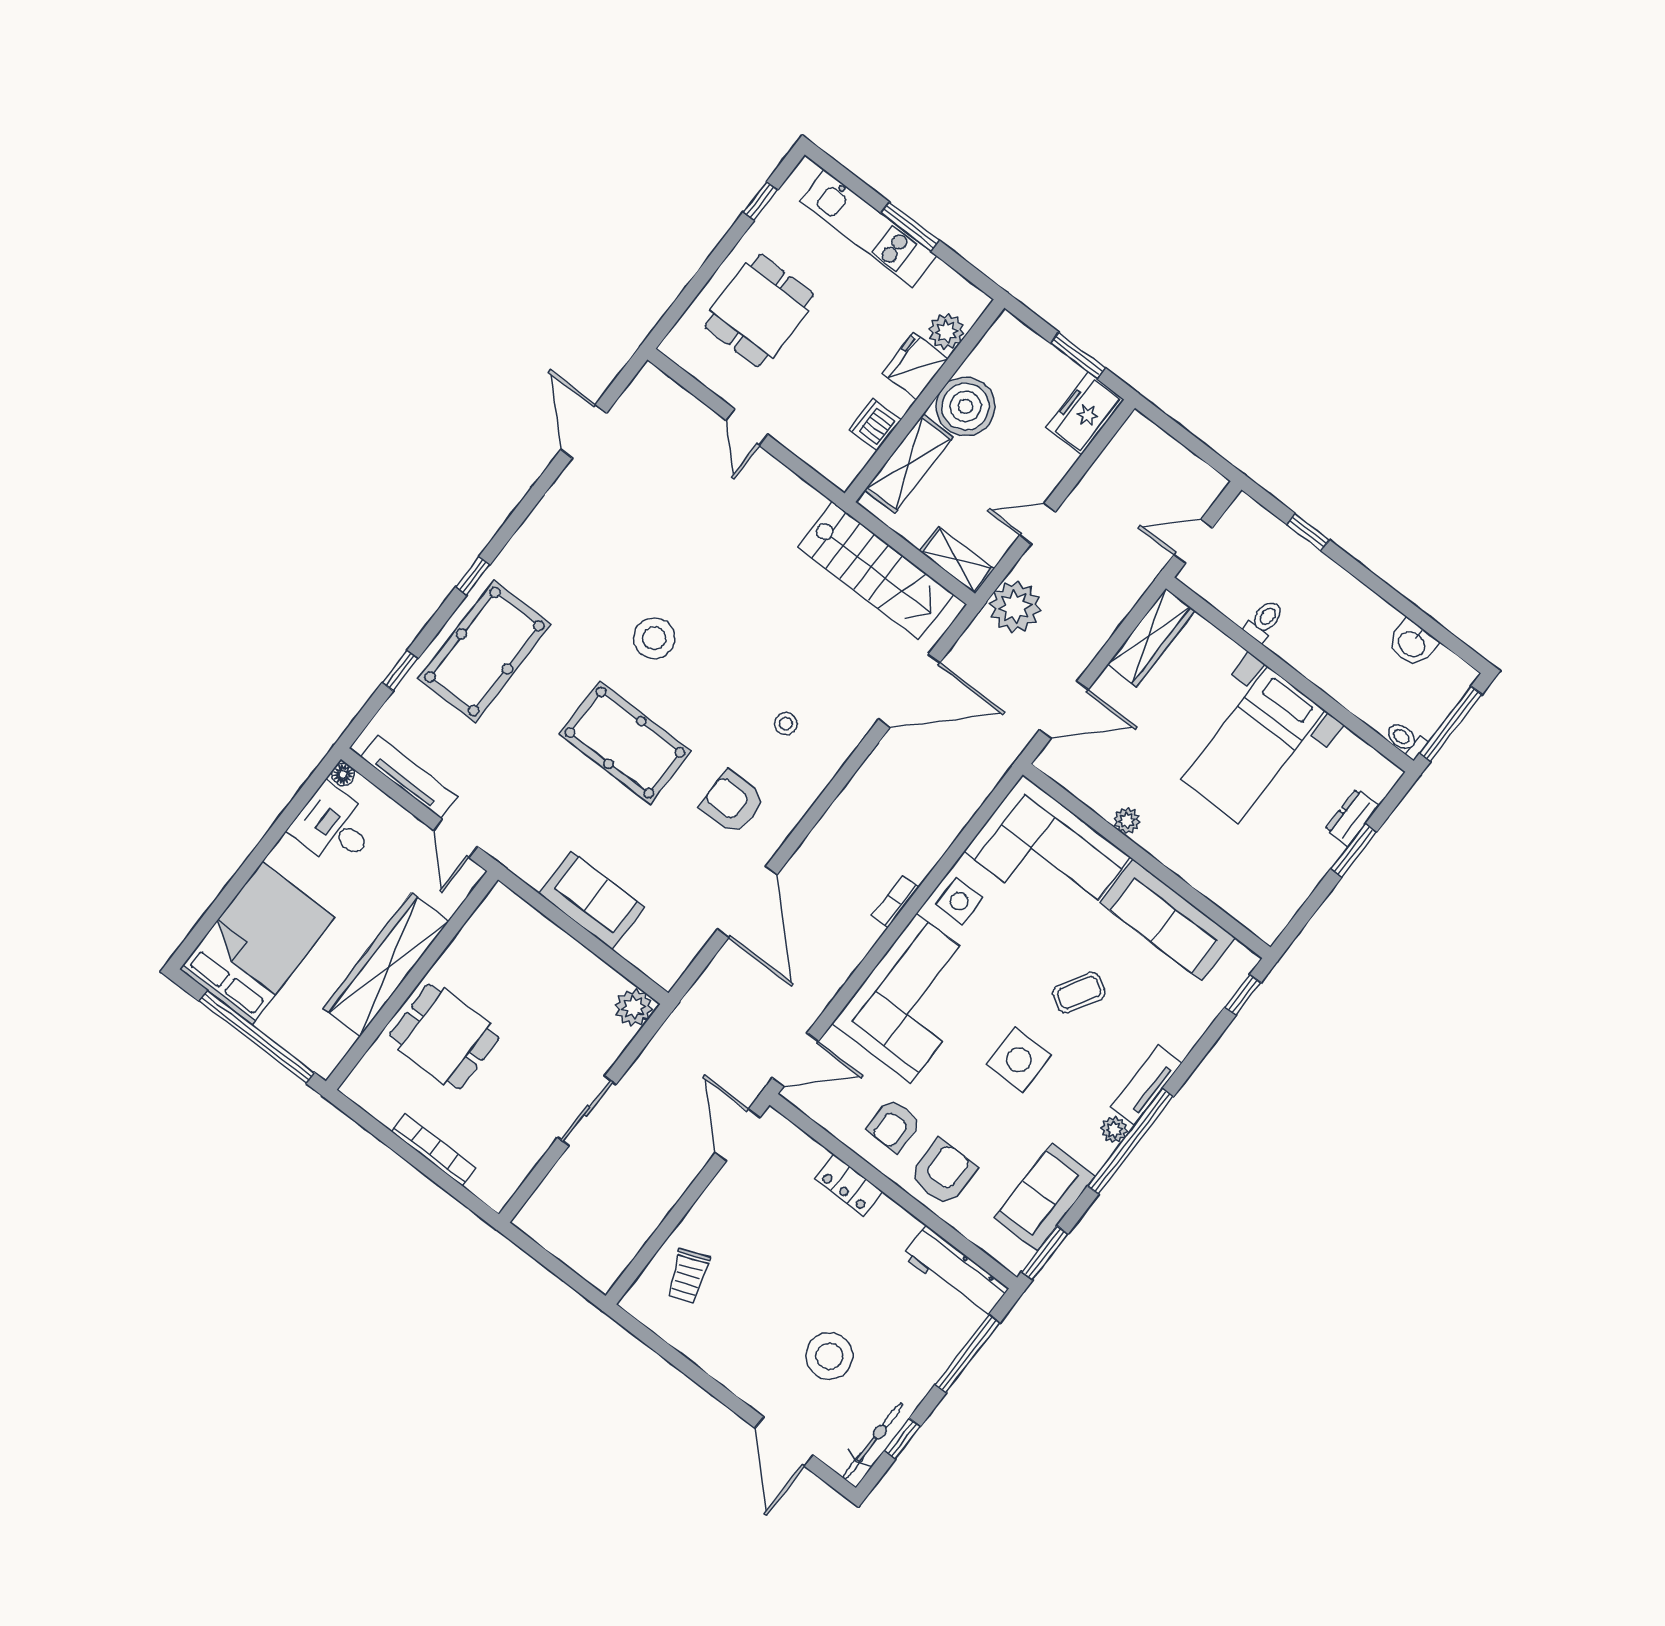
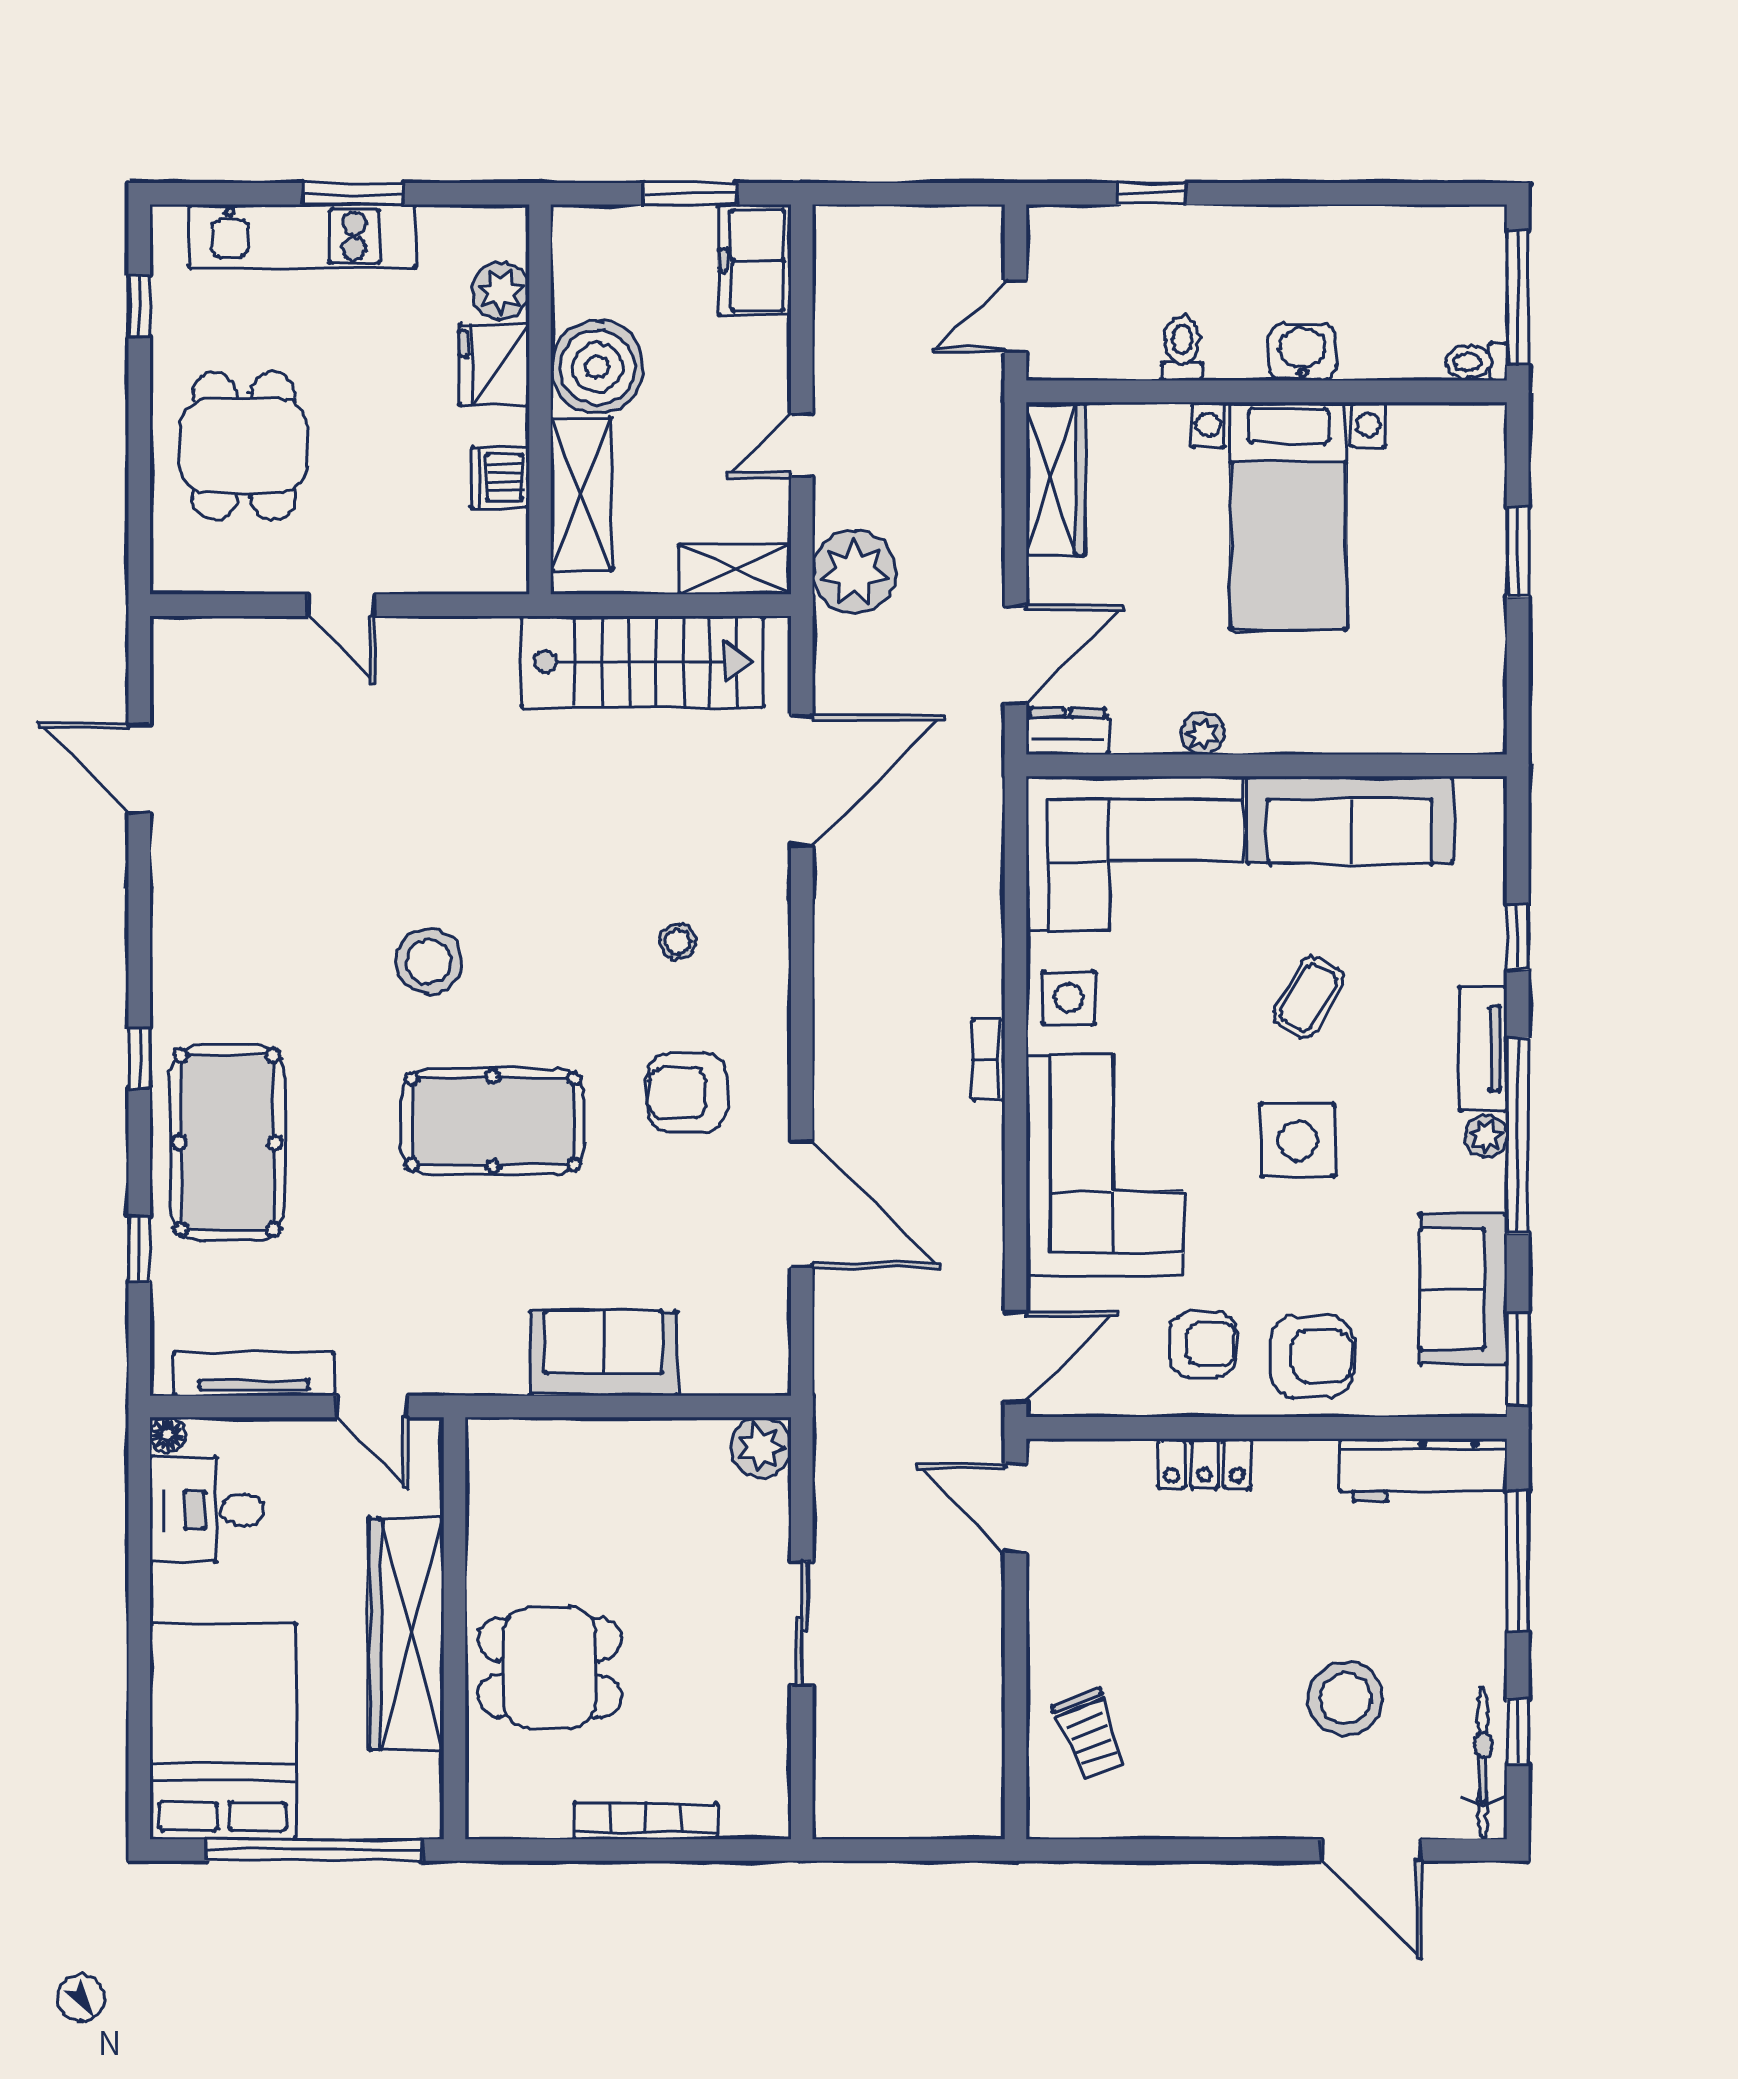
washbasin: (1412, 643) -> (1302, 352), moved, turned 180
dresser: (1352, 818) -> (1067, 732), moved, turned 90
window: (1243, 995) -> (1518, 937), moved
armchair: (894, 1125) -> (1203, 1344), turned -90
armchair: (943, 1173) -> (1312, 1356), turned 90

